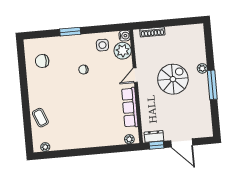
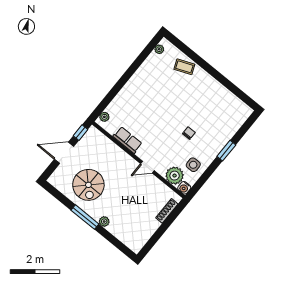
chair: (42, 61) -> (225, 109), removed
door: (135, 75) -> (147, 167), swing flipped
spiral stairs: (173, 79) -> (88, 185), moved
row of seats: (130, 107) -> (128, 140), width x0.68
dresser: (154, 136) -> (89, 137), removed

